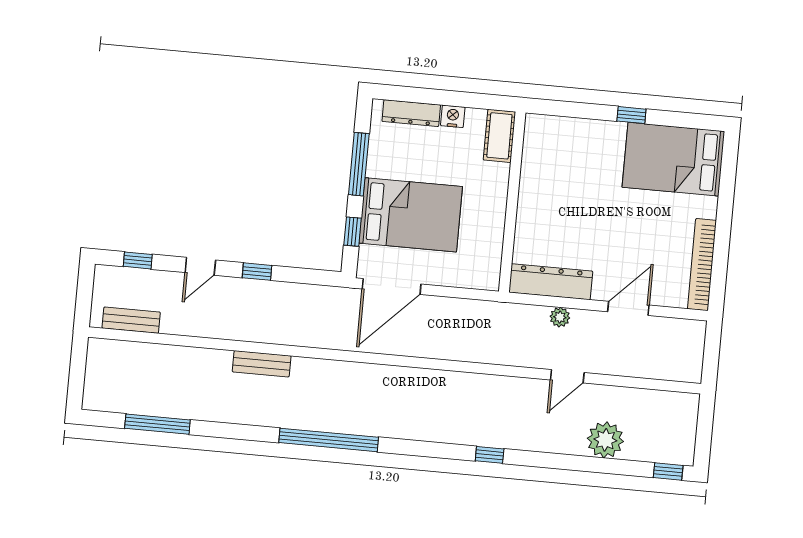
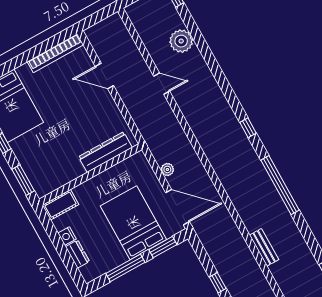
window: (565, 109) -> (23, 180), added
dresser: (411, 113) -> (78, 254), width x0.70
window: (353, 232) -> (163, 247), width x1.50
dresser: (551, 282) -> (105, 152), moved, turned 90
plant: (560, 317) -> (167, 169), moved
window: (490, 455) -> (248, 128), moved

